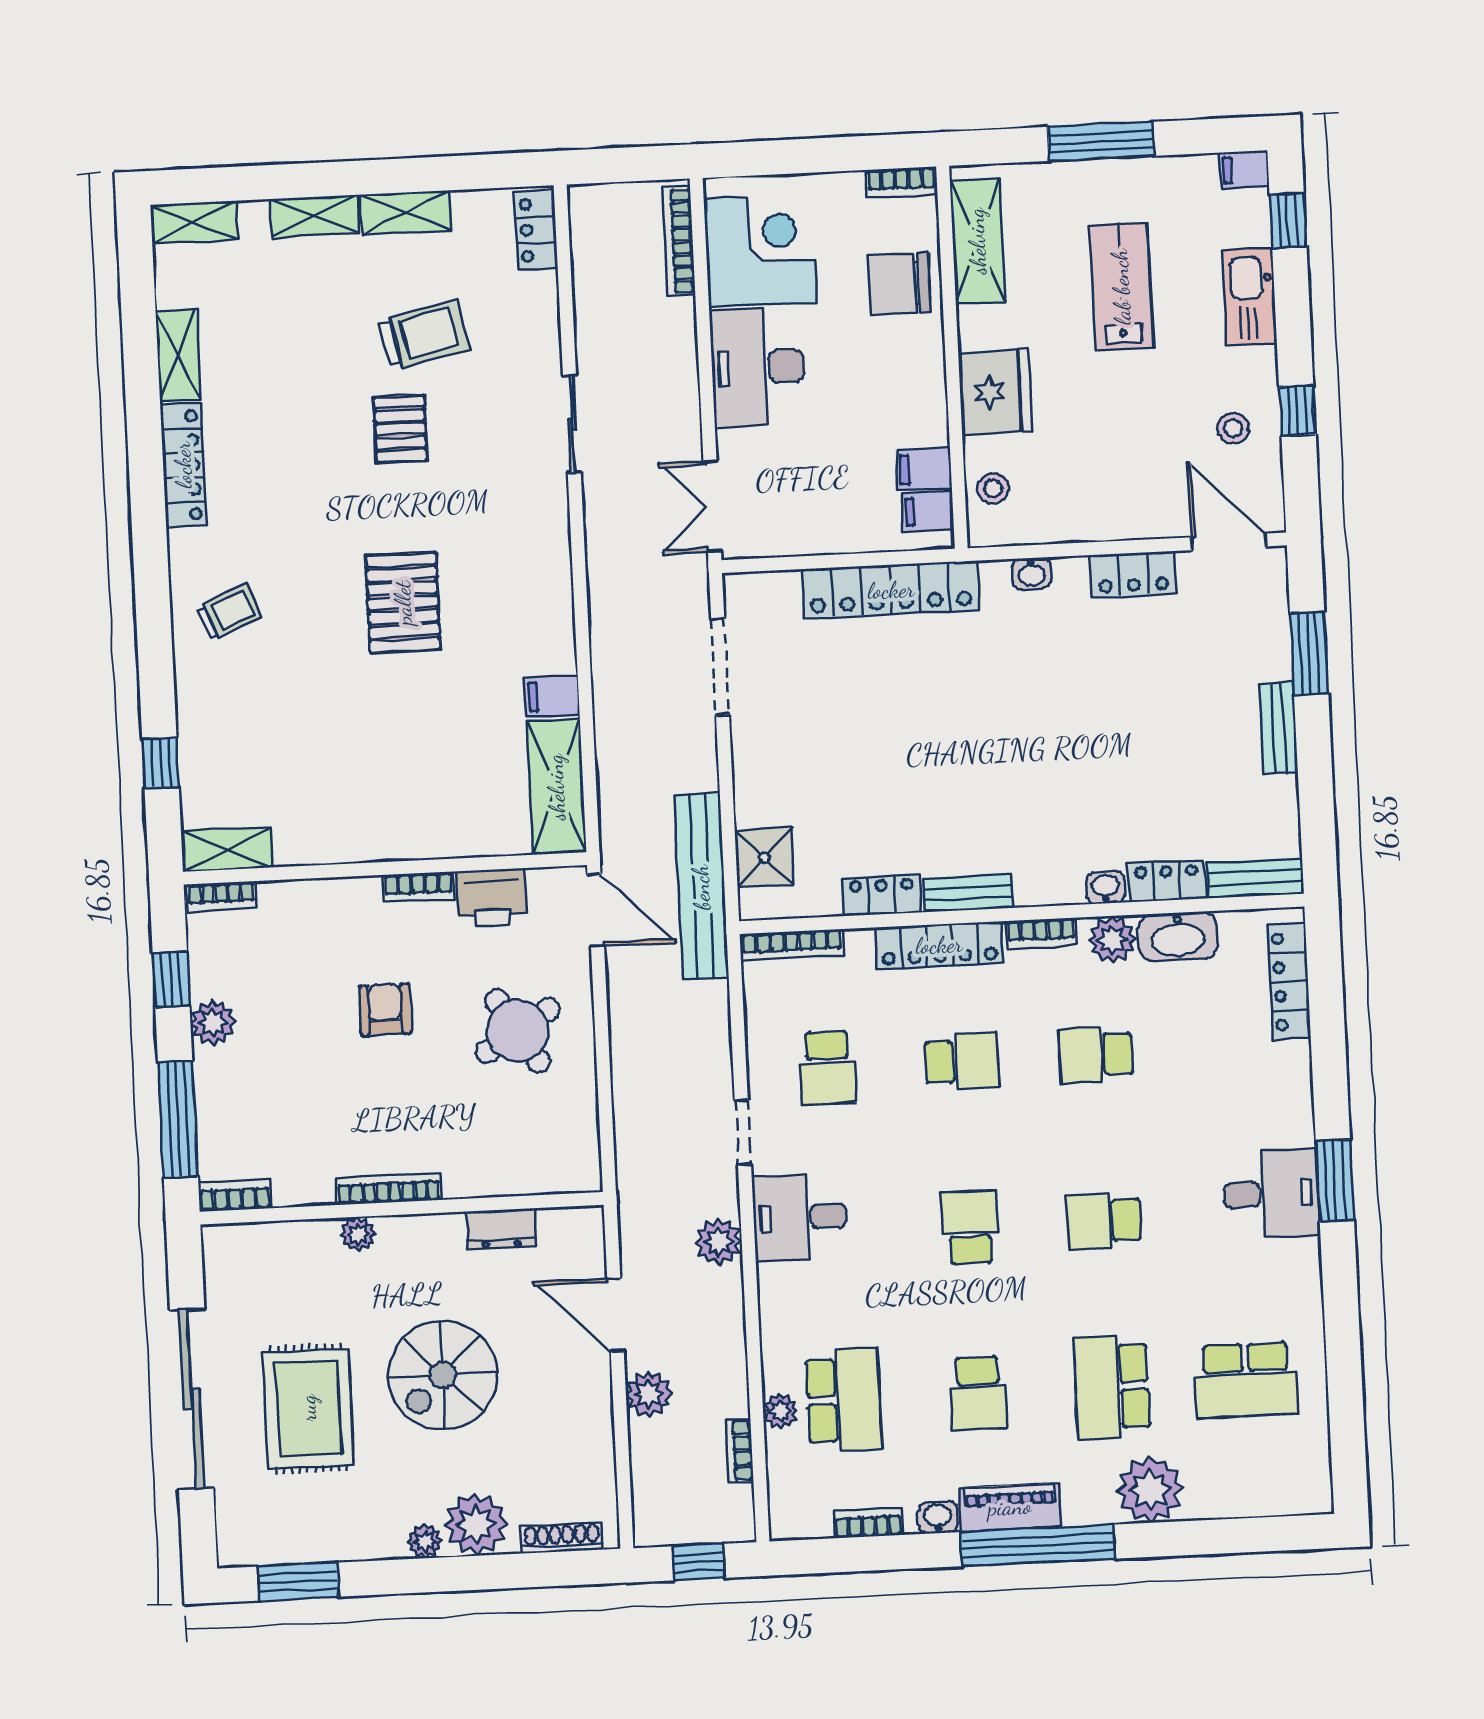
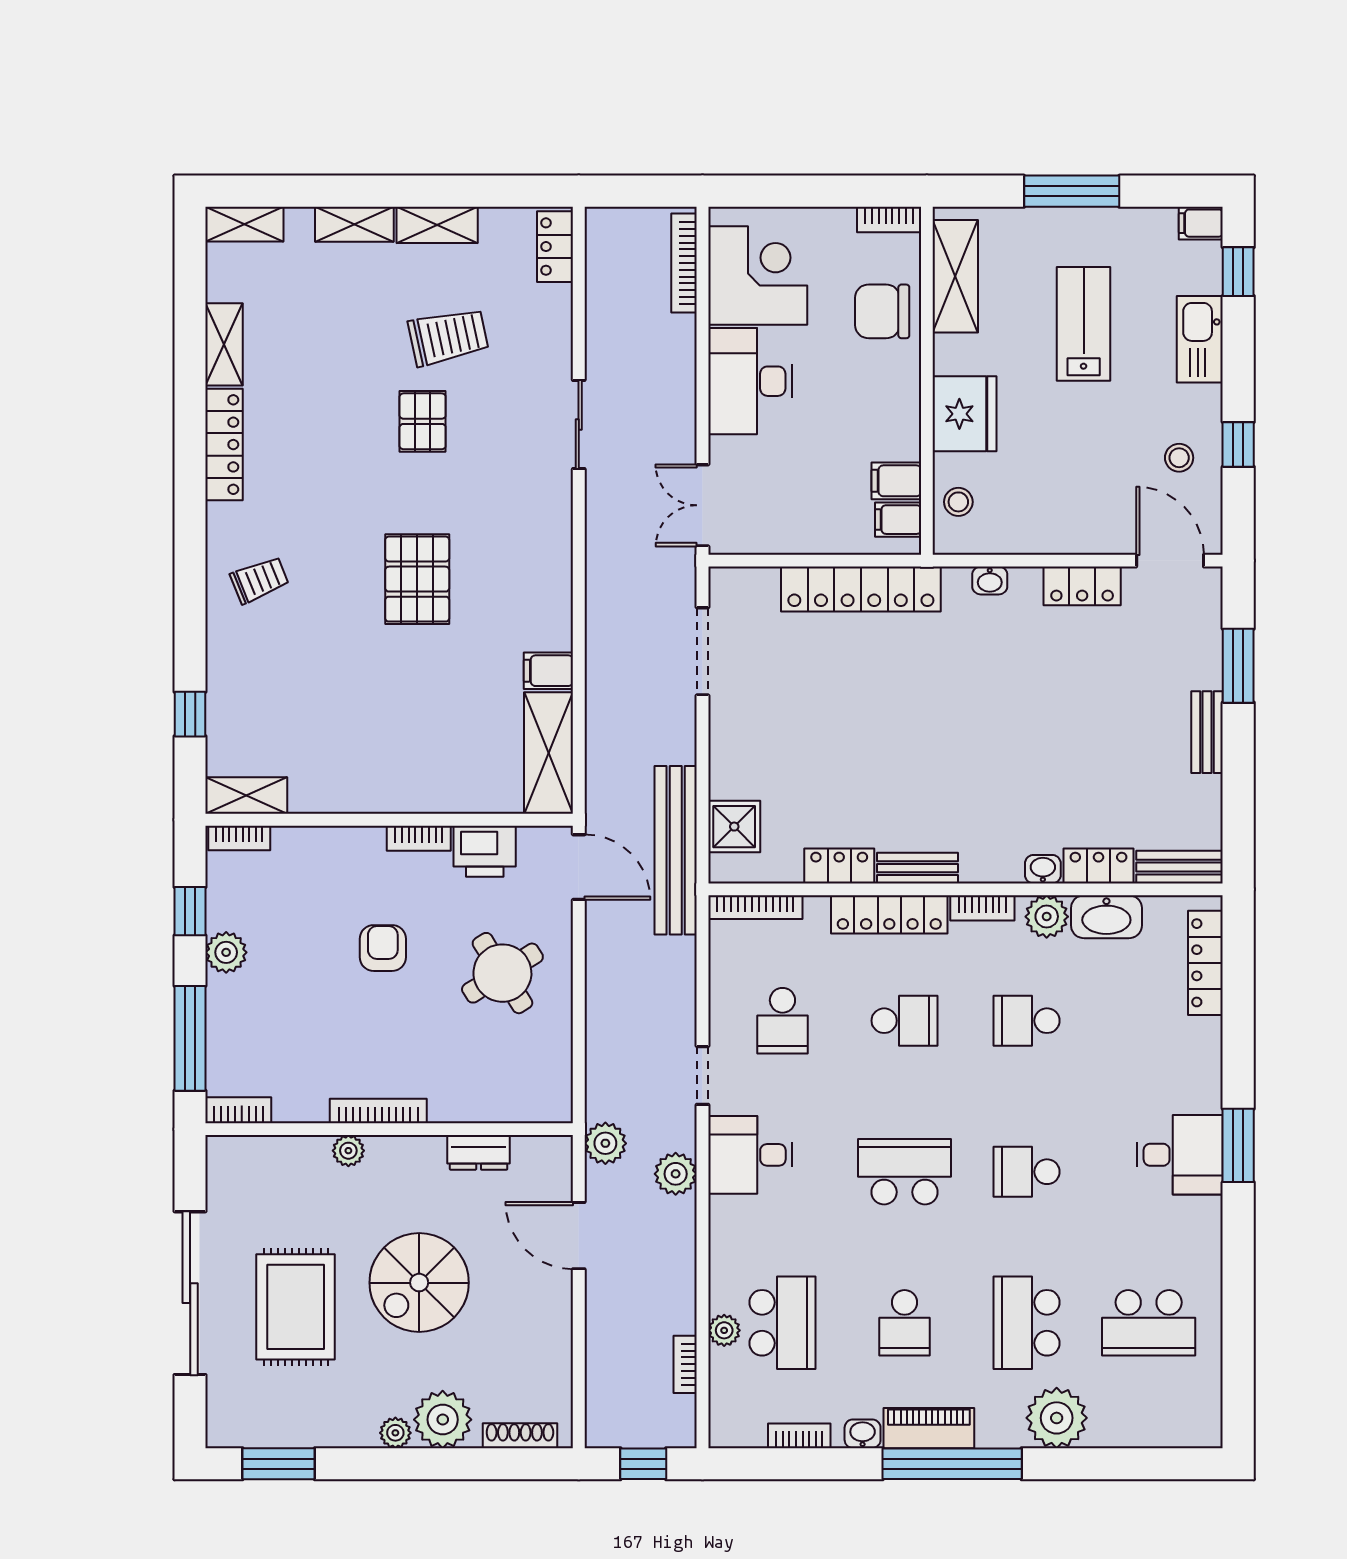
school desk: (970, 1227) -> (905, 1172), width x1.85
plant: (649, 1394) -> (605, 1143), moved

